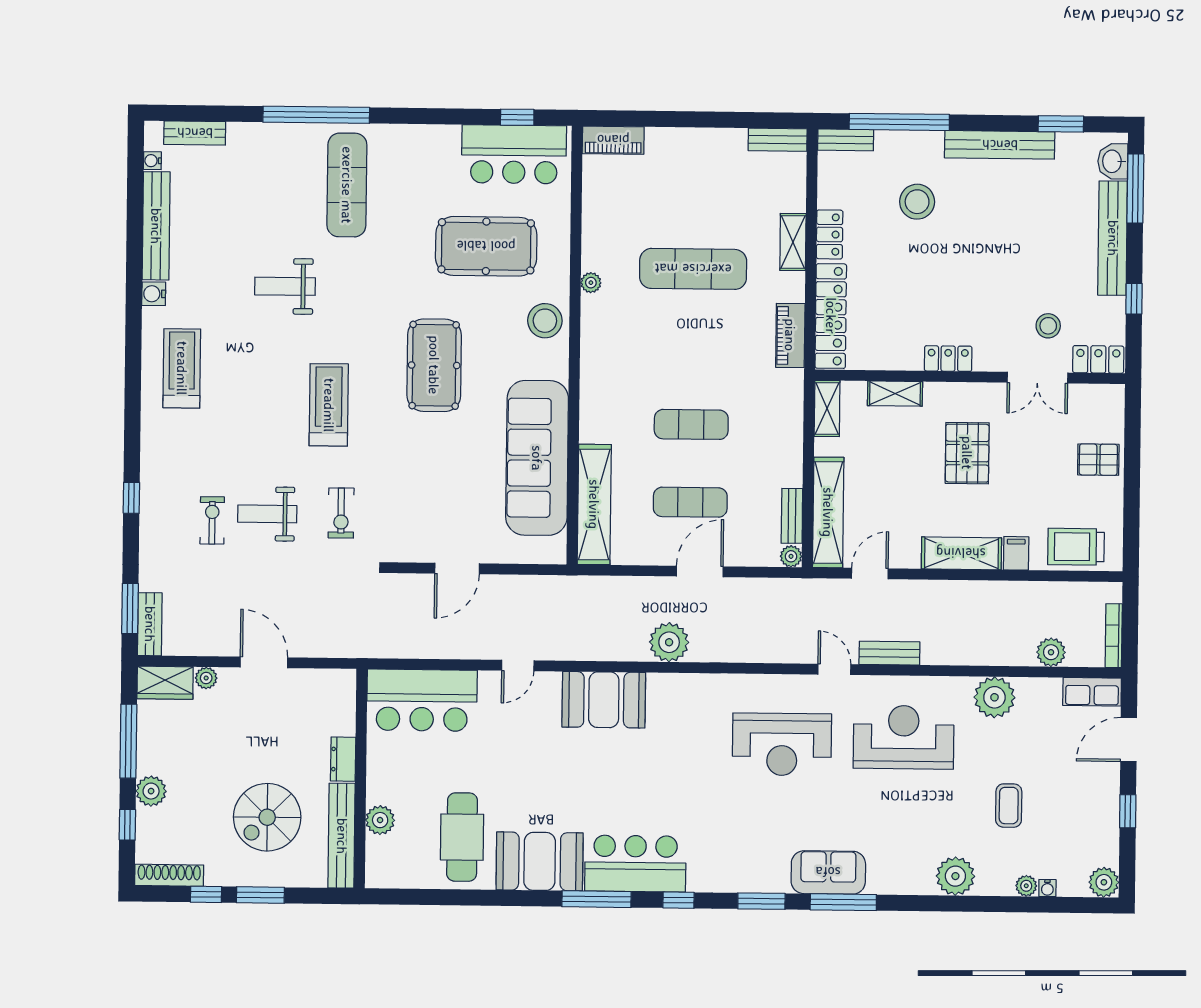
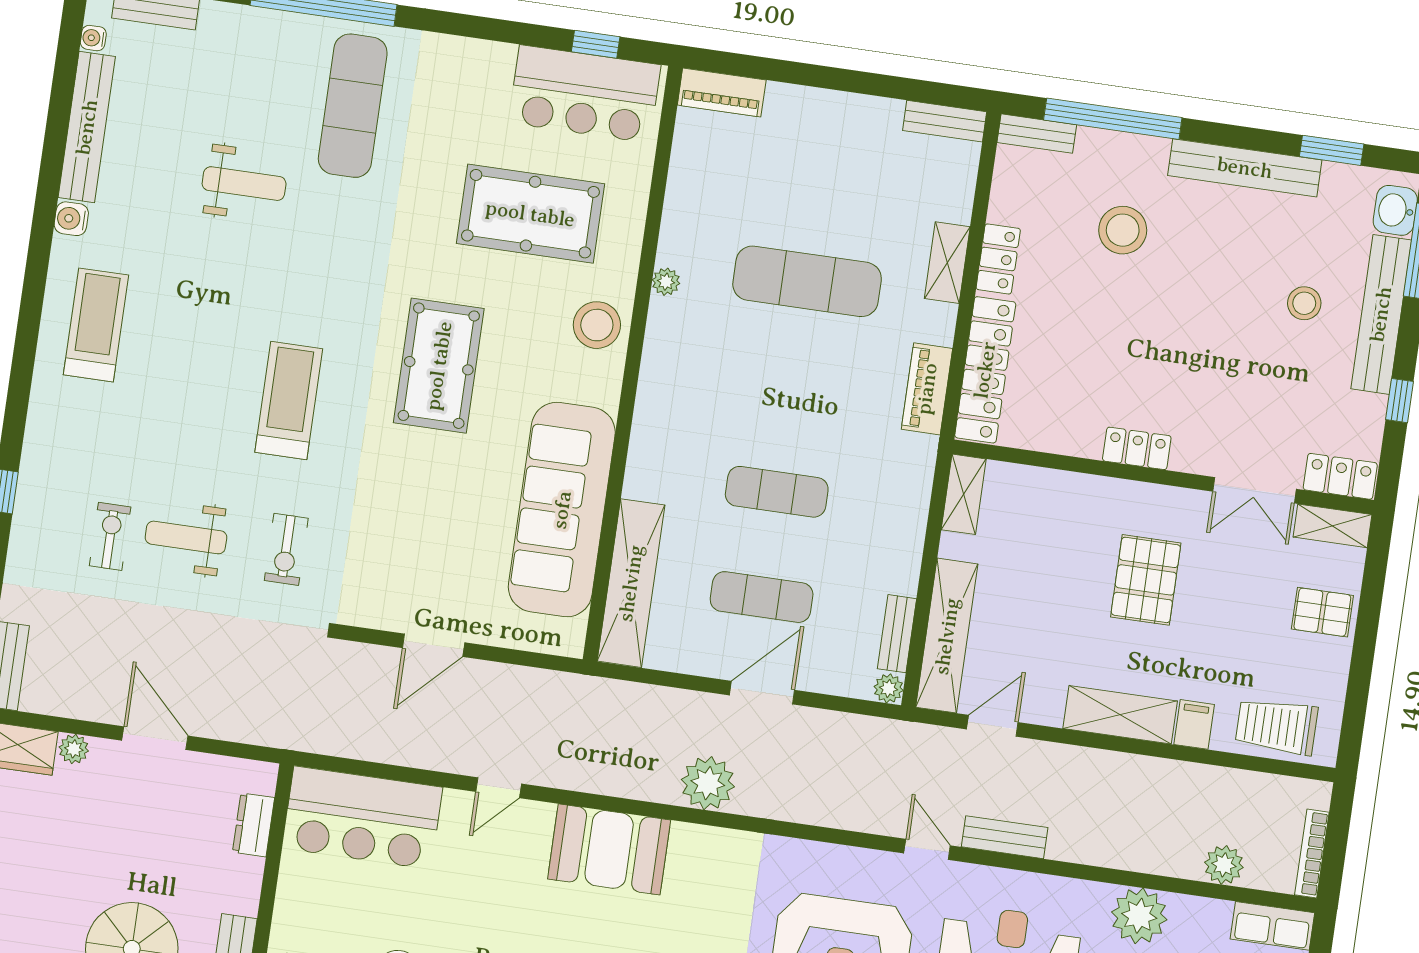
weight bench: (285, 286) -> (244, 184), moved, turned 180
stool: (1048, 326) -> (1304, 303), moved
shelving: (895, 394) -> (1333, 526), moved
dresser: (343, 759) -> (253, 825), moved

